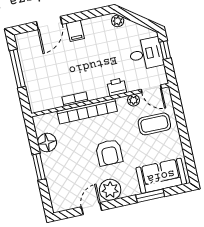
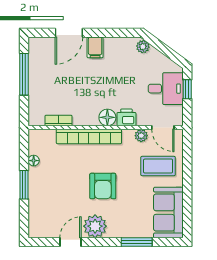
floor lamp: (100, 91) -> (107, 117), added
bookcase: (75, 99) -> (59, 120), moved
floor lamp: (47, 142) -> (34, 161), width x0.53, depth x0.53
sofa: (161, 176) -> (168, 213), moved, turned -90

